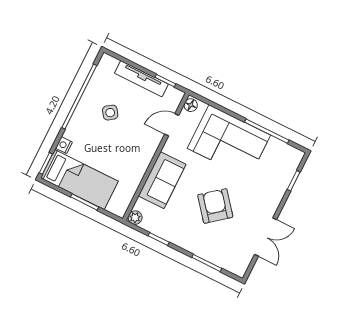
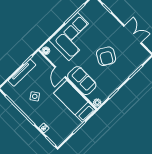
door: (172, 125) -> (60, 72), moved
bed: (79, 180) -> (75, 101), moved, turned -90
armchair: (215, 206) -> (106, 56), turned -111

